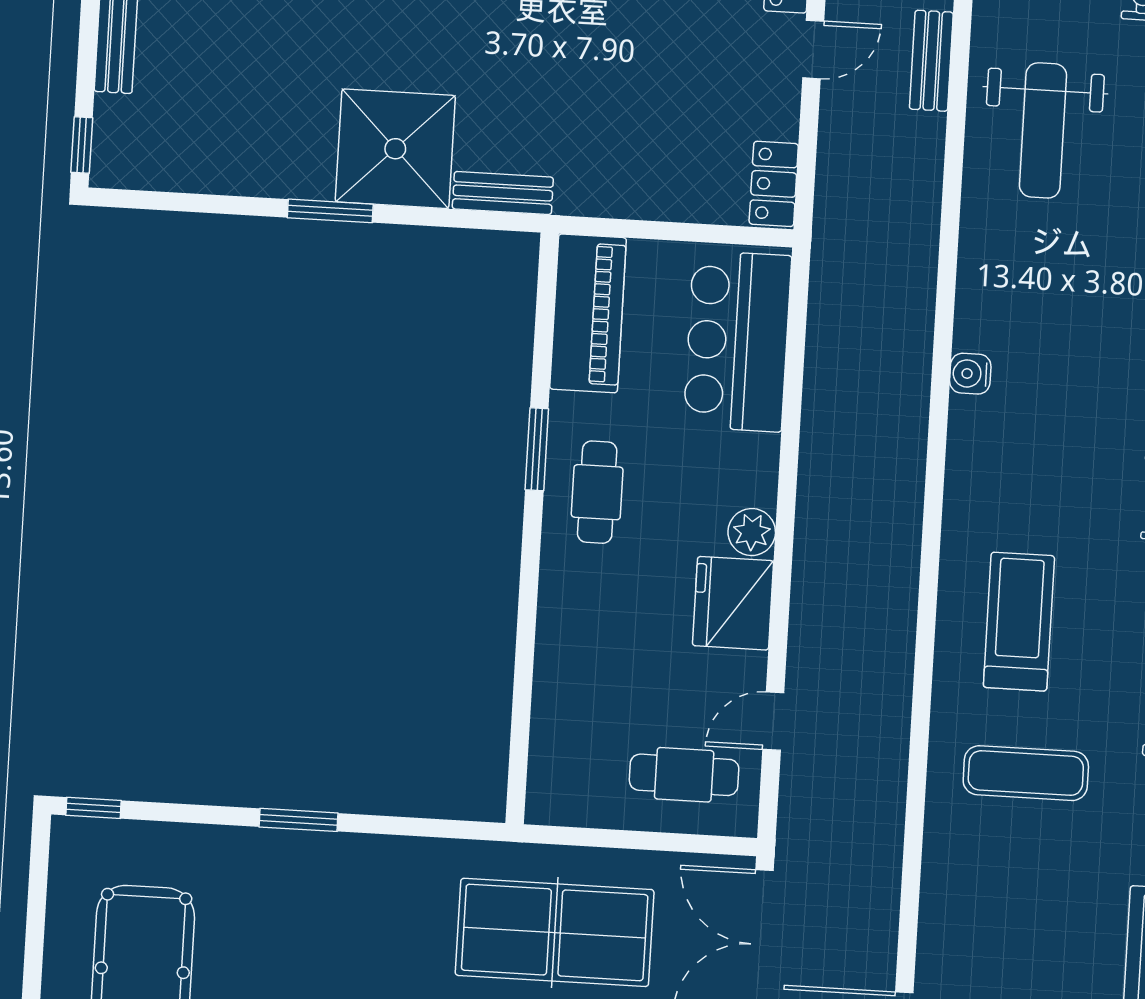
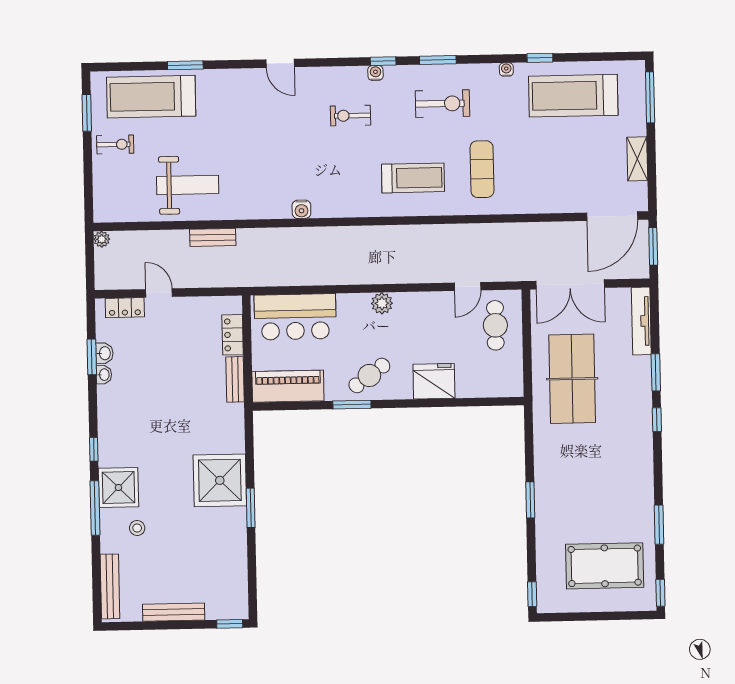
bench: (931, 61) -> (213, 237), moved
locker: (774, 184) -> (233, 335), moved, turned 90
bench: (503, 193) -> (235, 379), moved
cafe table: (597, 492) -> (369, 375), turned -36
fridge: (733, 603) -> (434, 381), moved, turned 180
treadmill: (1019, 622) -> (413, 178), turned 180
door: (773, 721) -> (468, 287), hinge flipped

